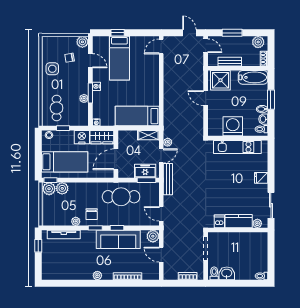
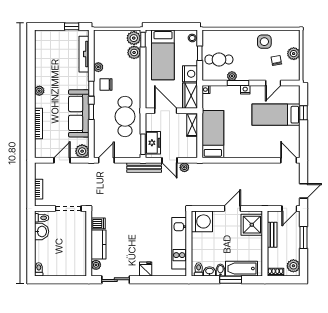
plant: (82, 42) -> (294, 54), moved
bathtub: (253, 77) -> (241, 269), moved, turned 90
cafe table: (57, 108) -> (219, 59), moved
washing machine: (233, 126) -> (202, 221), moved
shelving: (148, 135) -> (192, 125), moved

